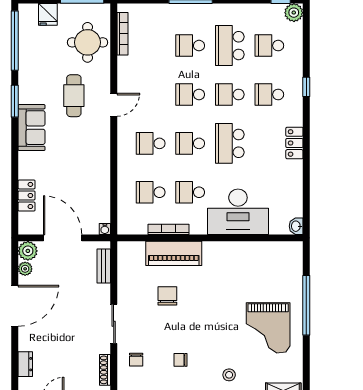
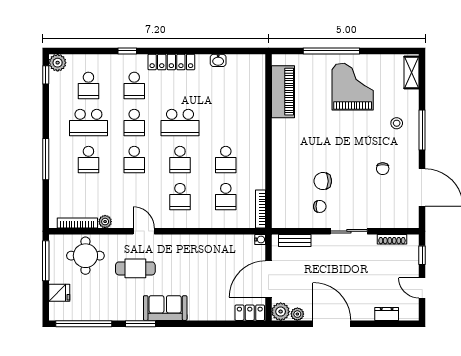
plant: (124, 63) -> (105, 222), added
locker: (294, 143) -> (171, 62), width x1.53
locker: (27, 195) -> (250, 313), moved
desk: (238, 212) -> (244, 115), removed
washbasin: (296, 226) -> (218, 60), moved
bookcase: (168, 229) -> (260, 209), moved
piano: (174, 253) -> (283, 92), moved
grand piano: (268, 328) -> (353, 87), turned -90
chair: (136, 360) -> (320, 206), moved

